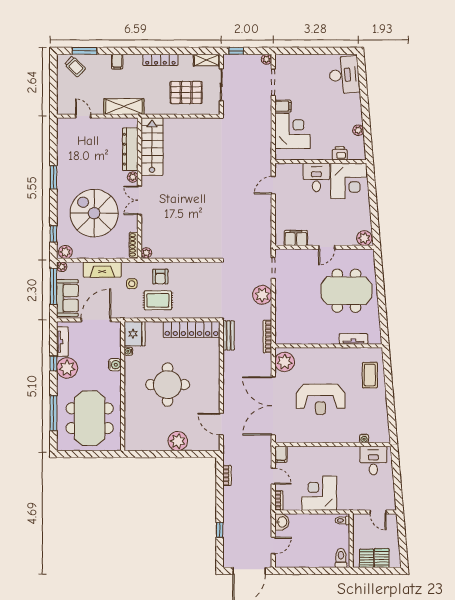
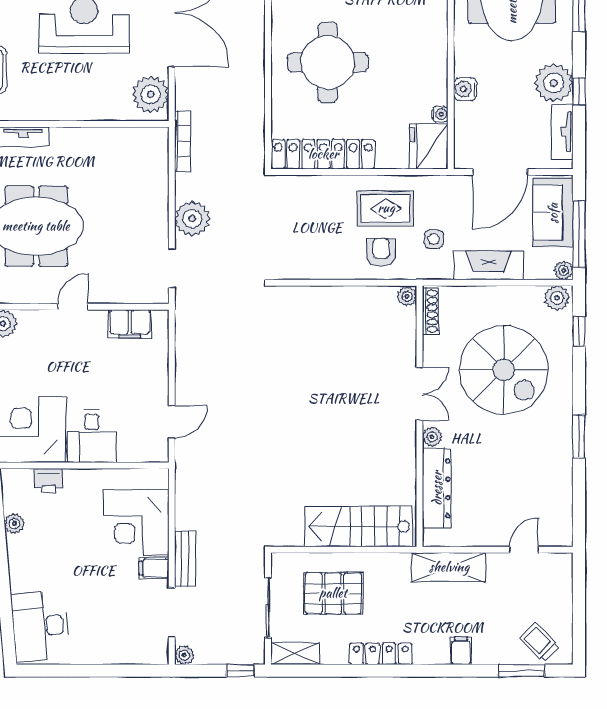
door: (83, 116) -> (524, 550), swing flipped
stairs: (152, 147) -> (358, 527), moved, turned 90
bench: (229, 335) -> (185, 559), moved
round table: (168, 385) -> (328, 62), moved

